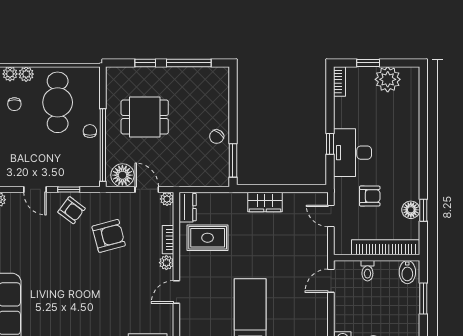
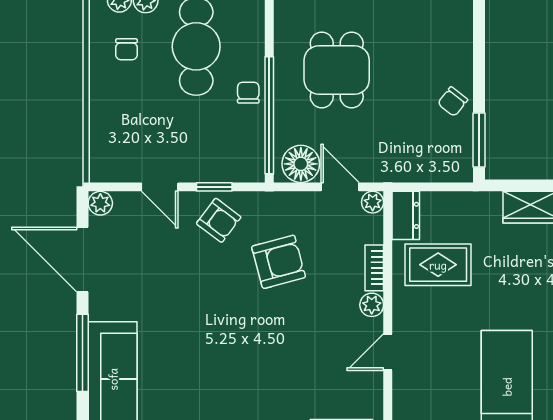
dining table: (145, 117) -> (337, 70), turned 90

